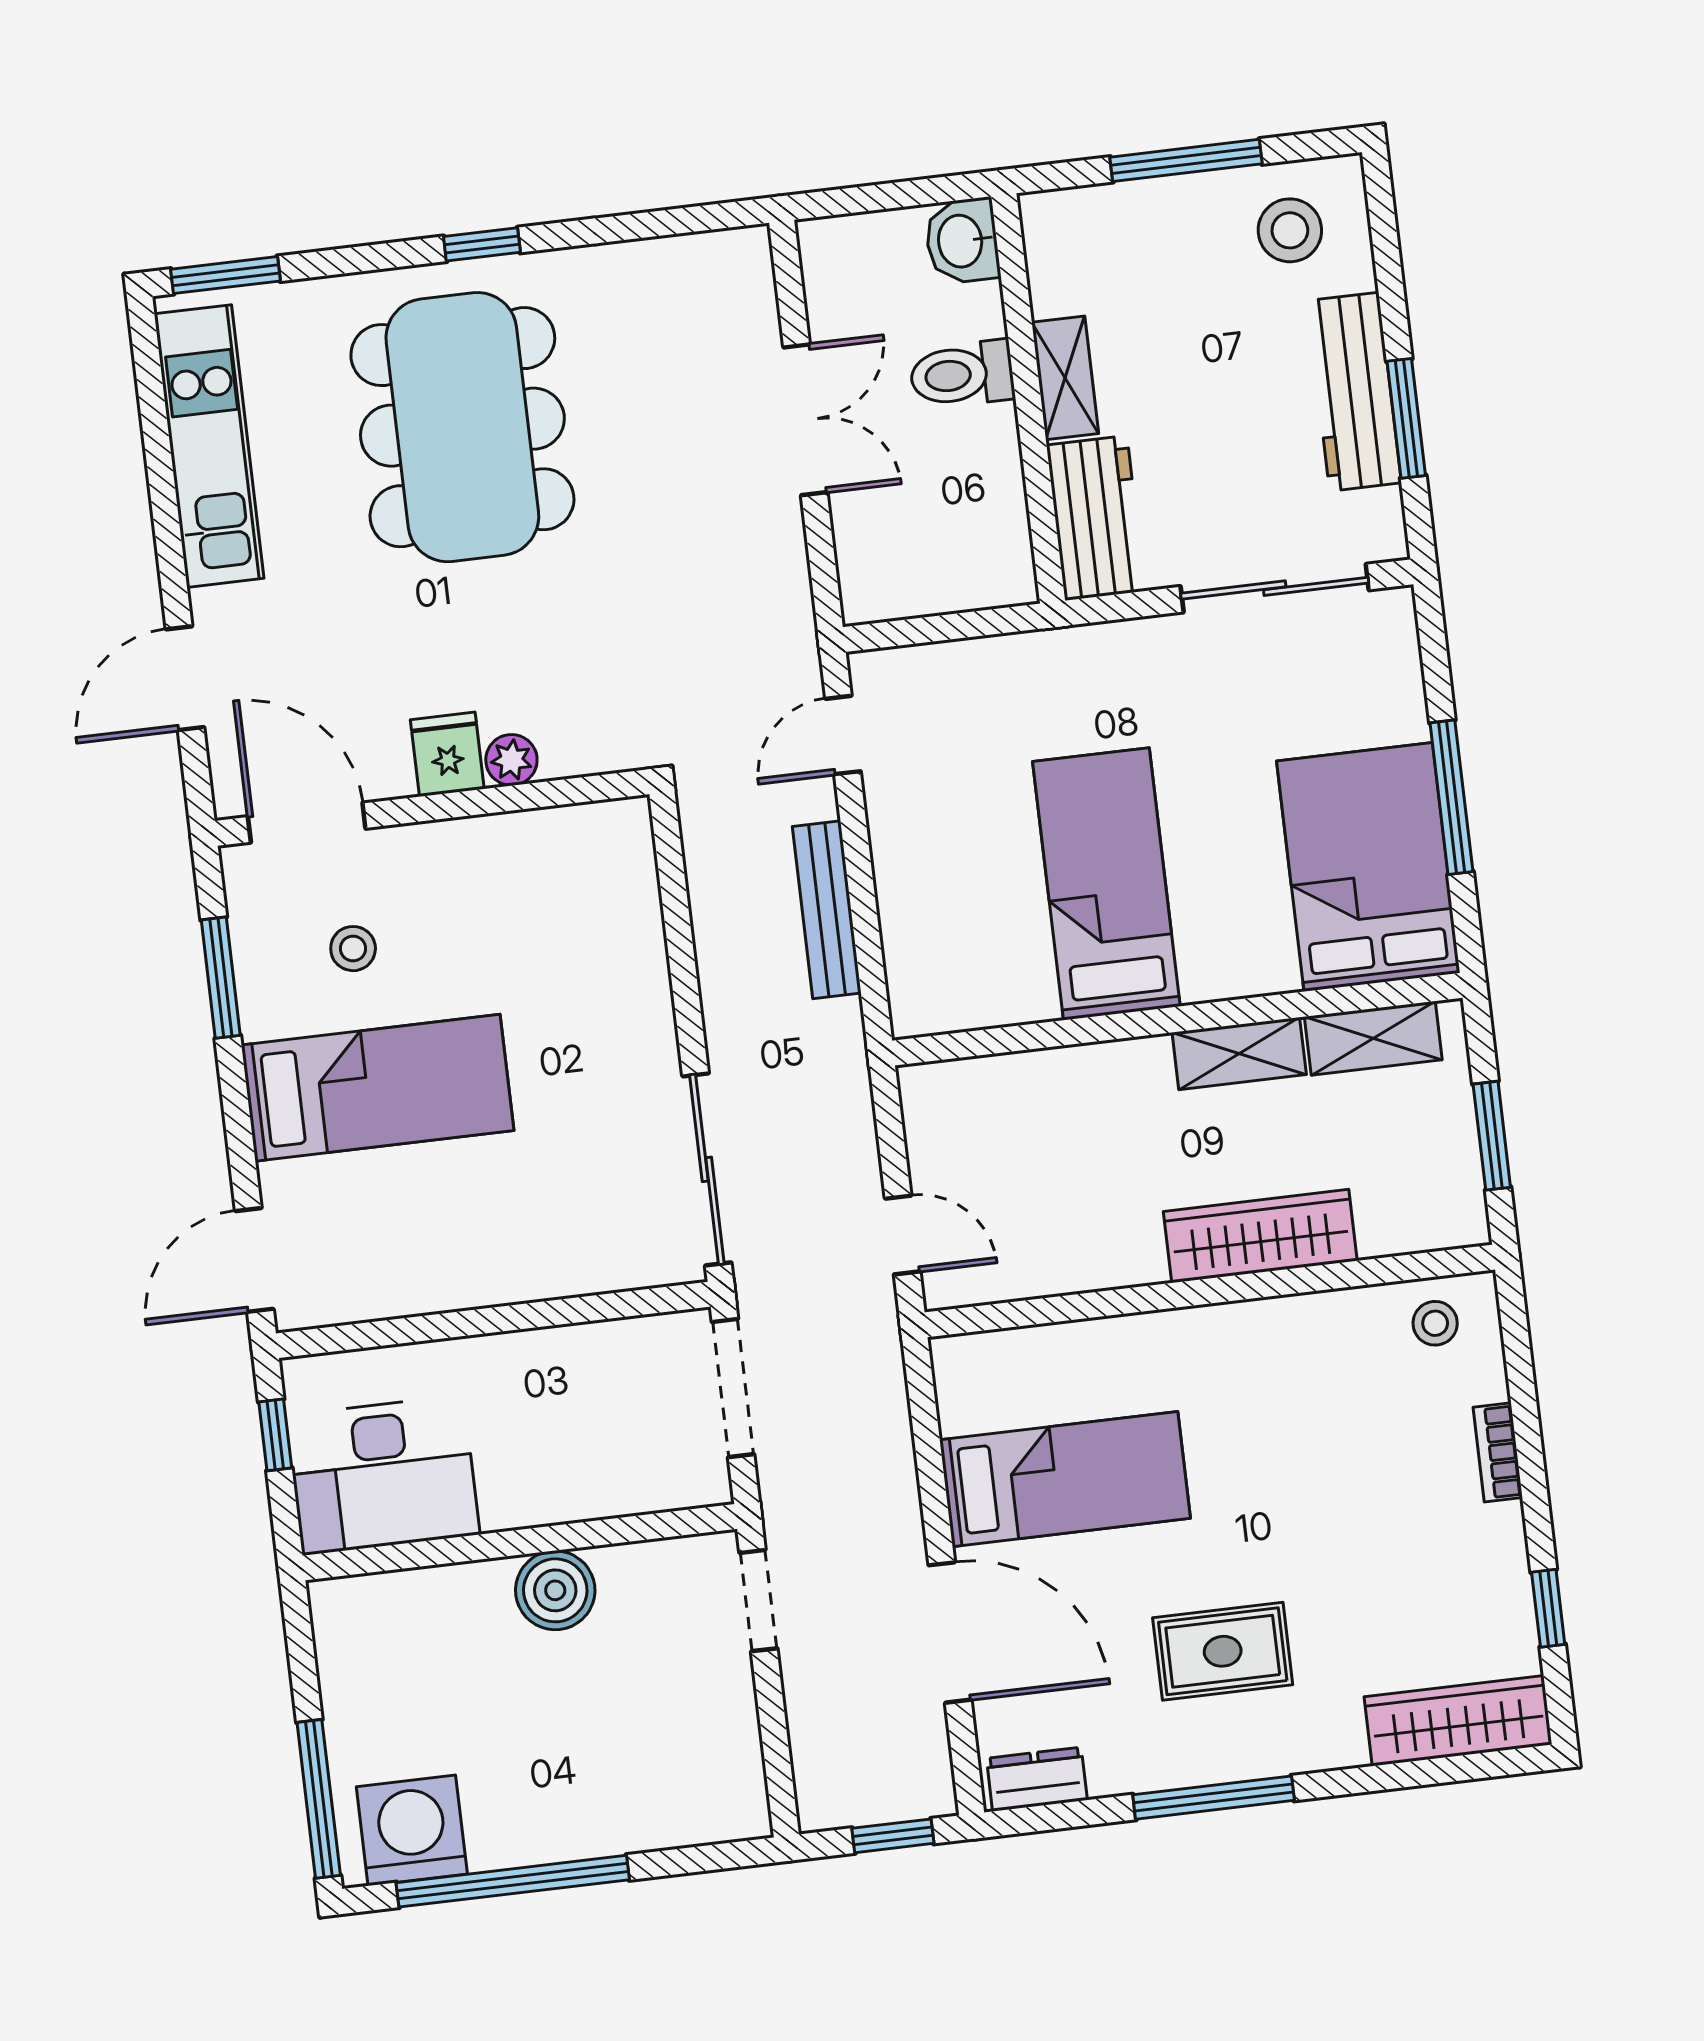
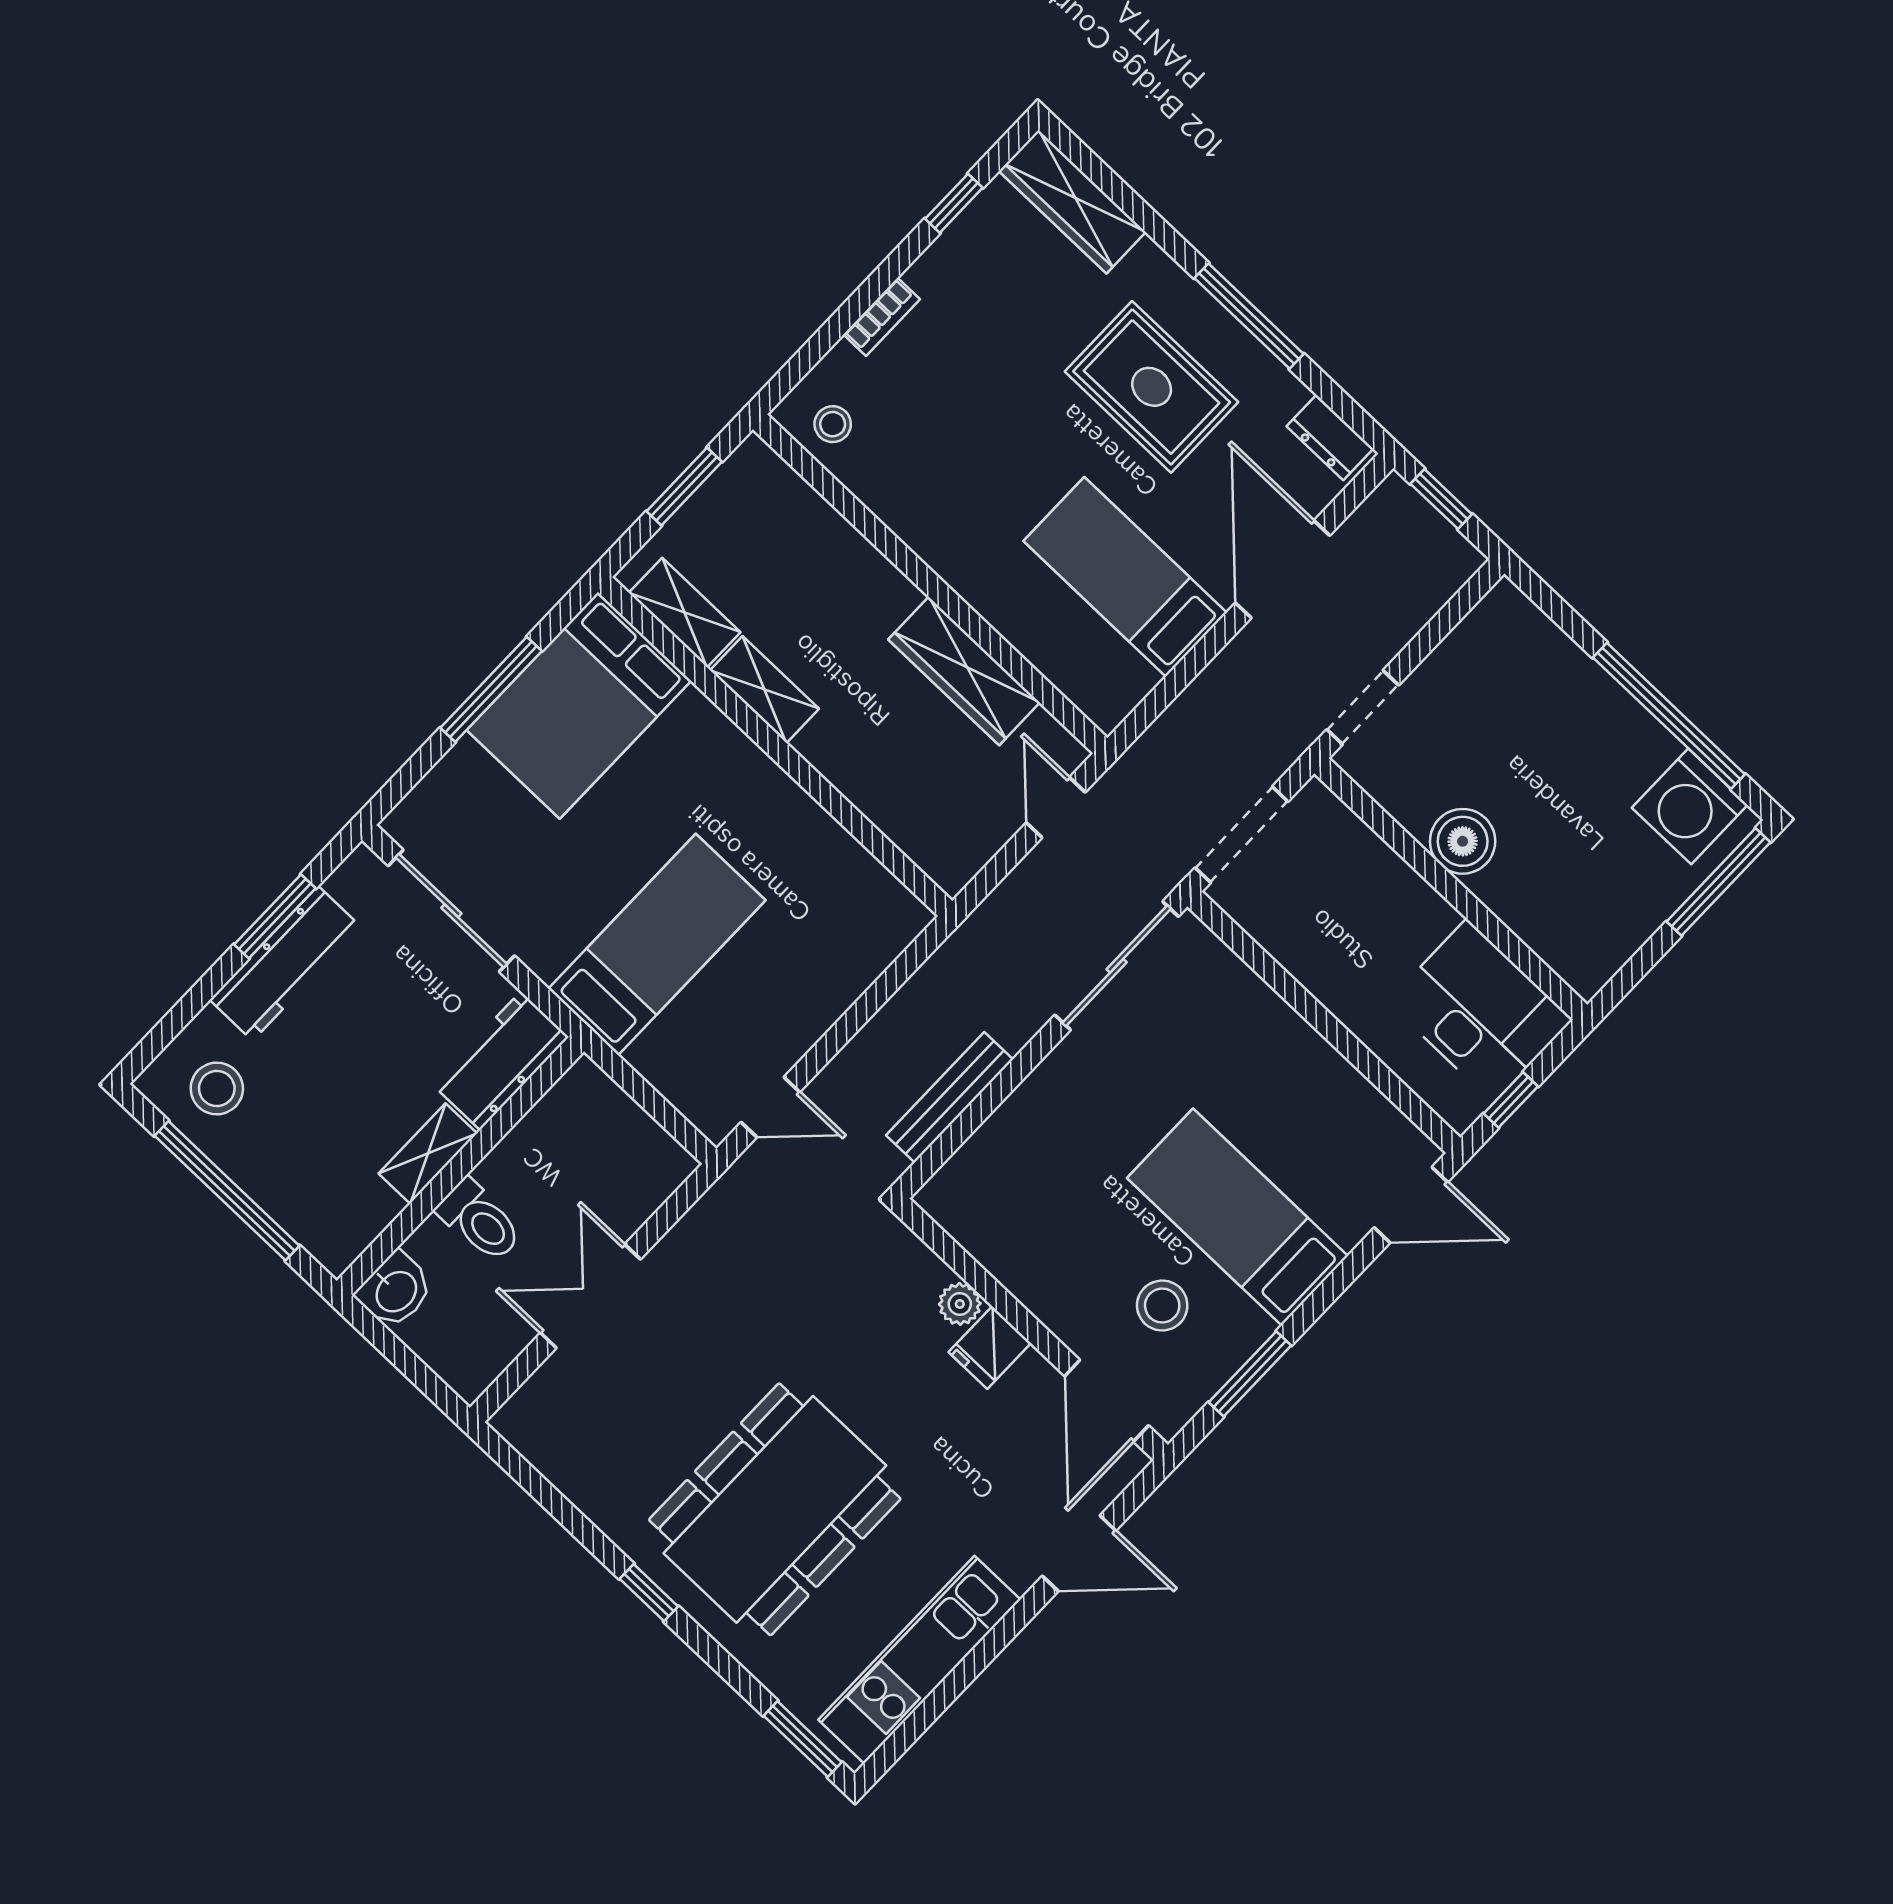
window: (1186, 160) -> (227, 1191), width x1.46
bed: (1106, 884) -> (657, 945), moved, turned 180
bench: (827, 910) -> (950, 1097), moved
stool: (353, 949) -> (1162, 1305), width x1.37, depth x1.37
wardrobe: (1260, 1236) -> (964, 671), moved
rug: (1223, 1651) -> (1152, 387), width x1.36, depth x1.43

